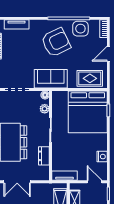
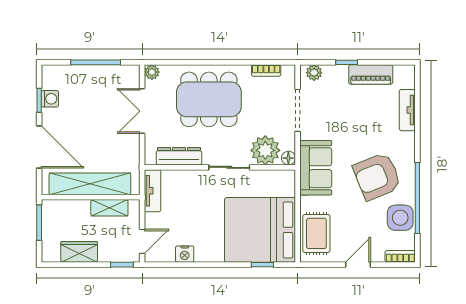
armchair: (56, 42) -> (377, 176), turned 94
door: (108, 54) -> (358, 265), hinge flipped
plant: (45, 109) -> (265, 150), width x1.87, depth x1.87
dresser: (44, 156) -> (179, 156), width x1.44

